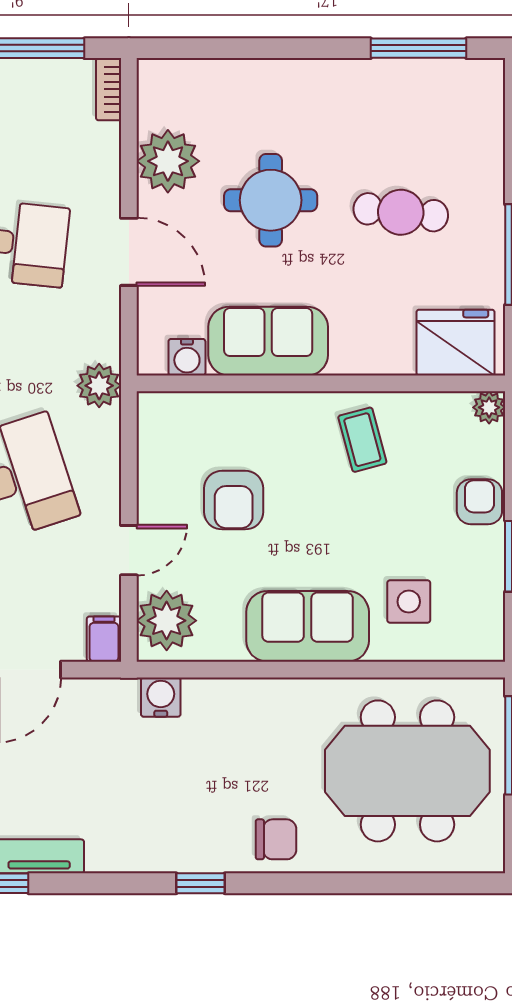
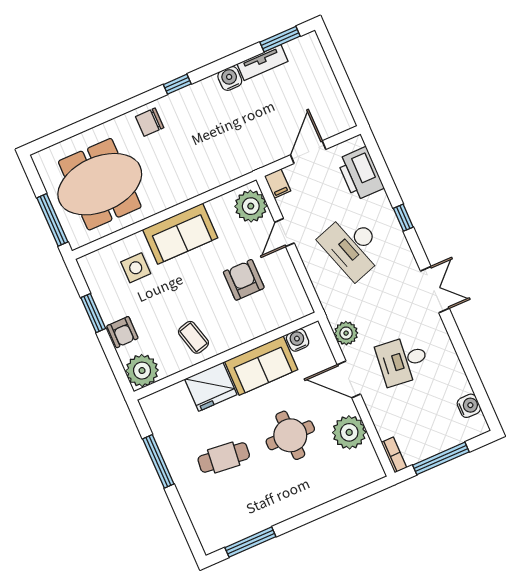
fridge: (455, 343) -> (211, 387), moved
plant: (99, 386) -> (346, 333), moved
plant: (489, 407) -> (142, 371), width x1.88, depth x1.88
water cooler: (161, 697) -> (230, 78), moved, turned 180

